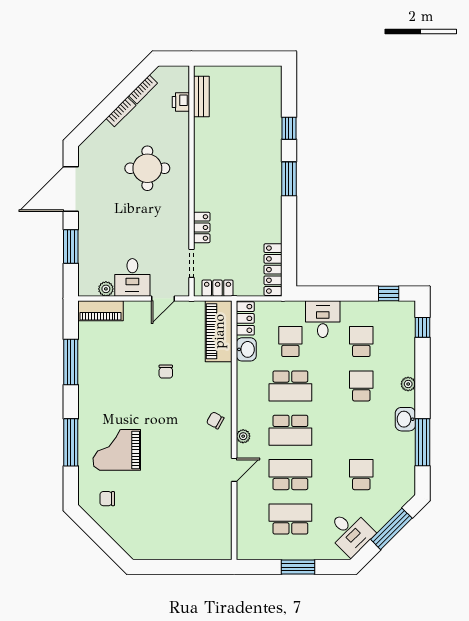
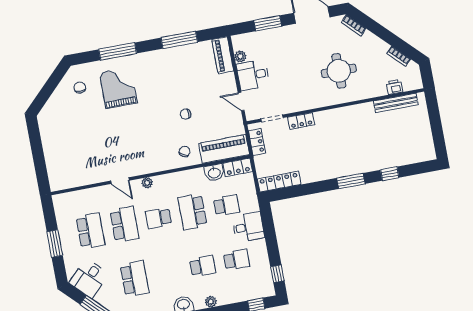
bench: (201, 97) -> (396, 103), width x1.36
bookcase: (121, 112) -> (353, 26), moved
chair: (215, 420) -> (185, 152), moved
school desk: (290, 430) -> (158, 218), width x0.54
school desk: (361, 475) -> (135, 279), width x1.85

